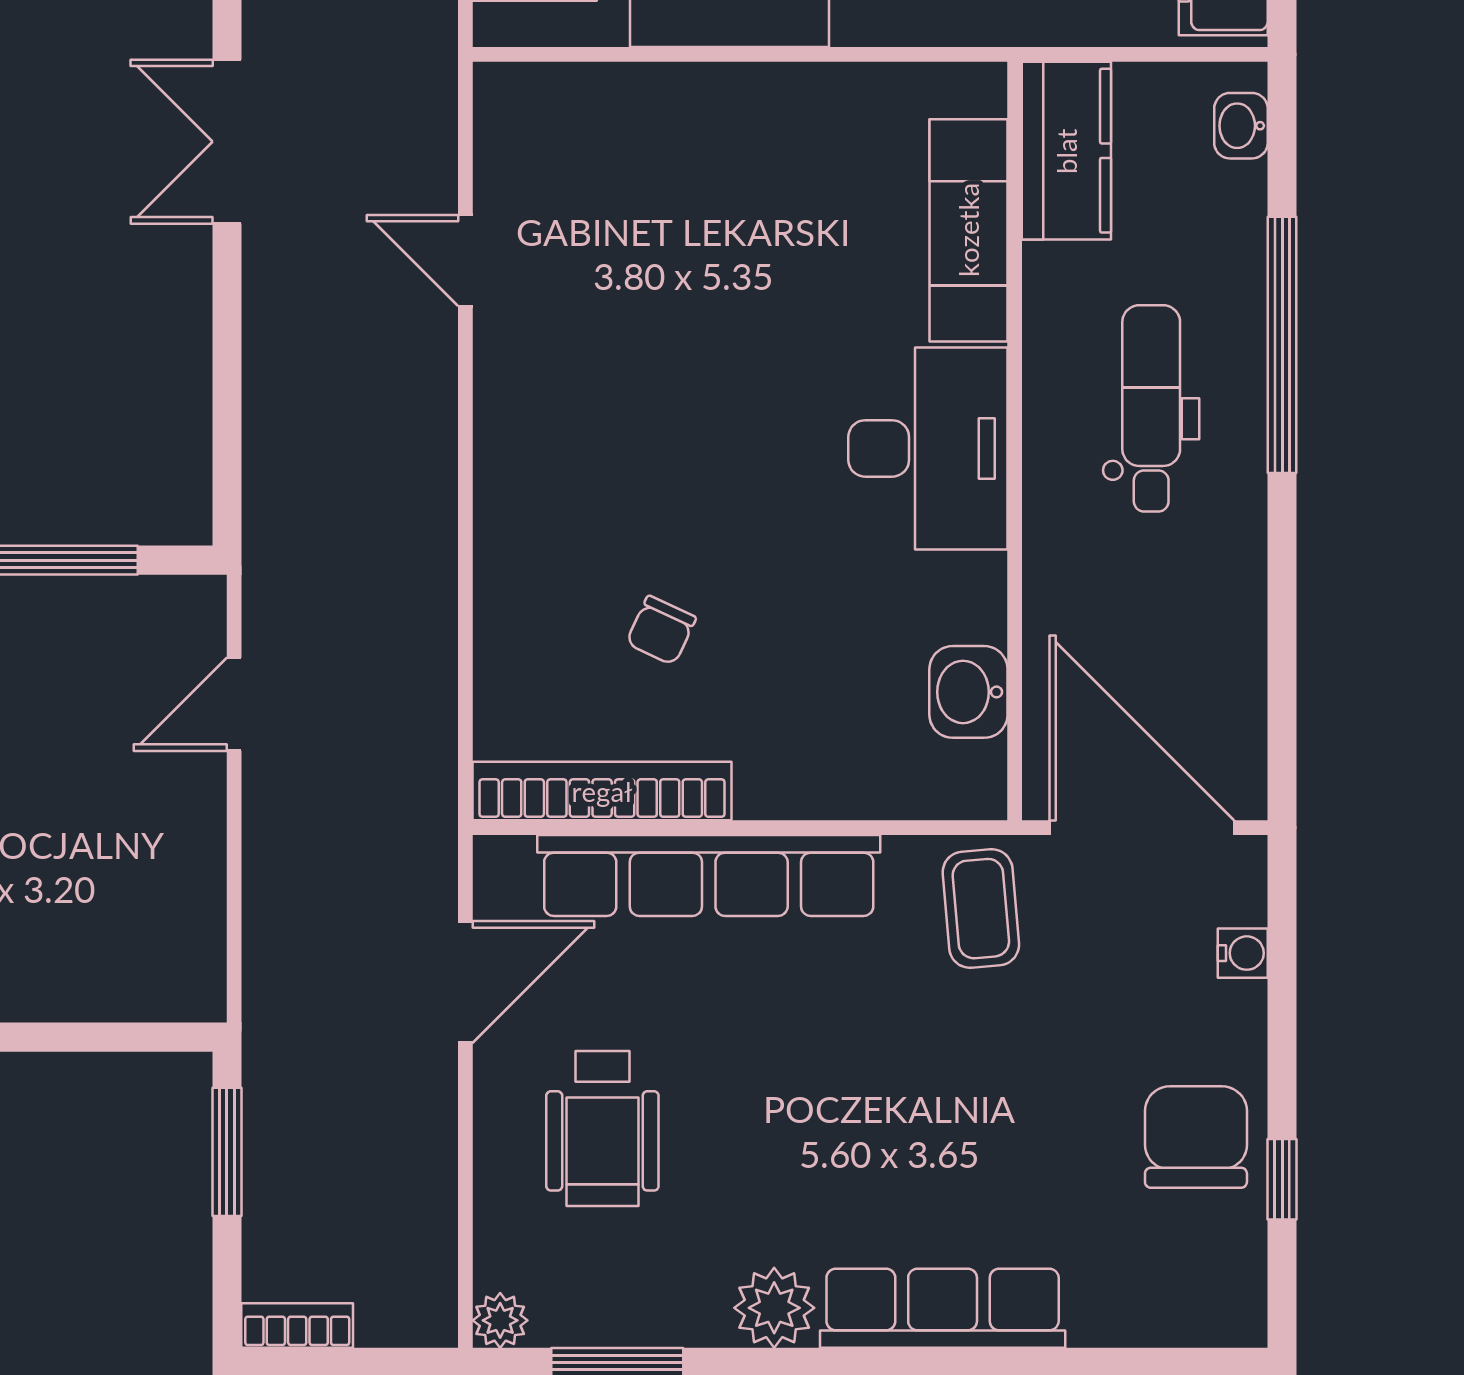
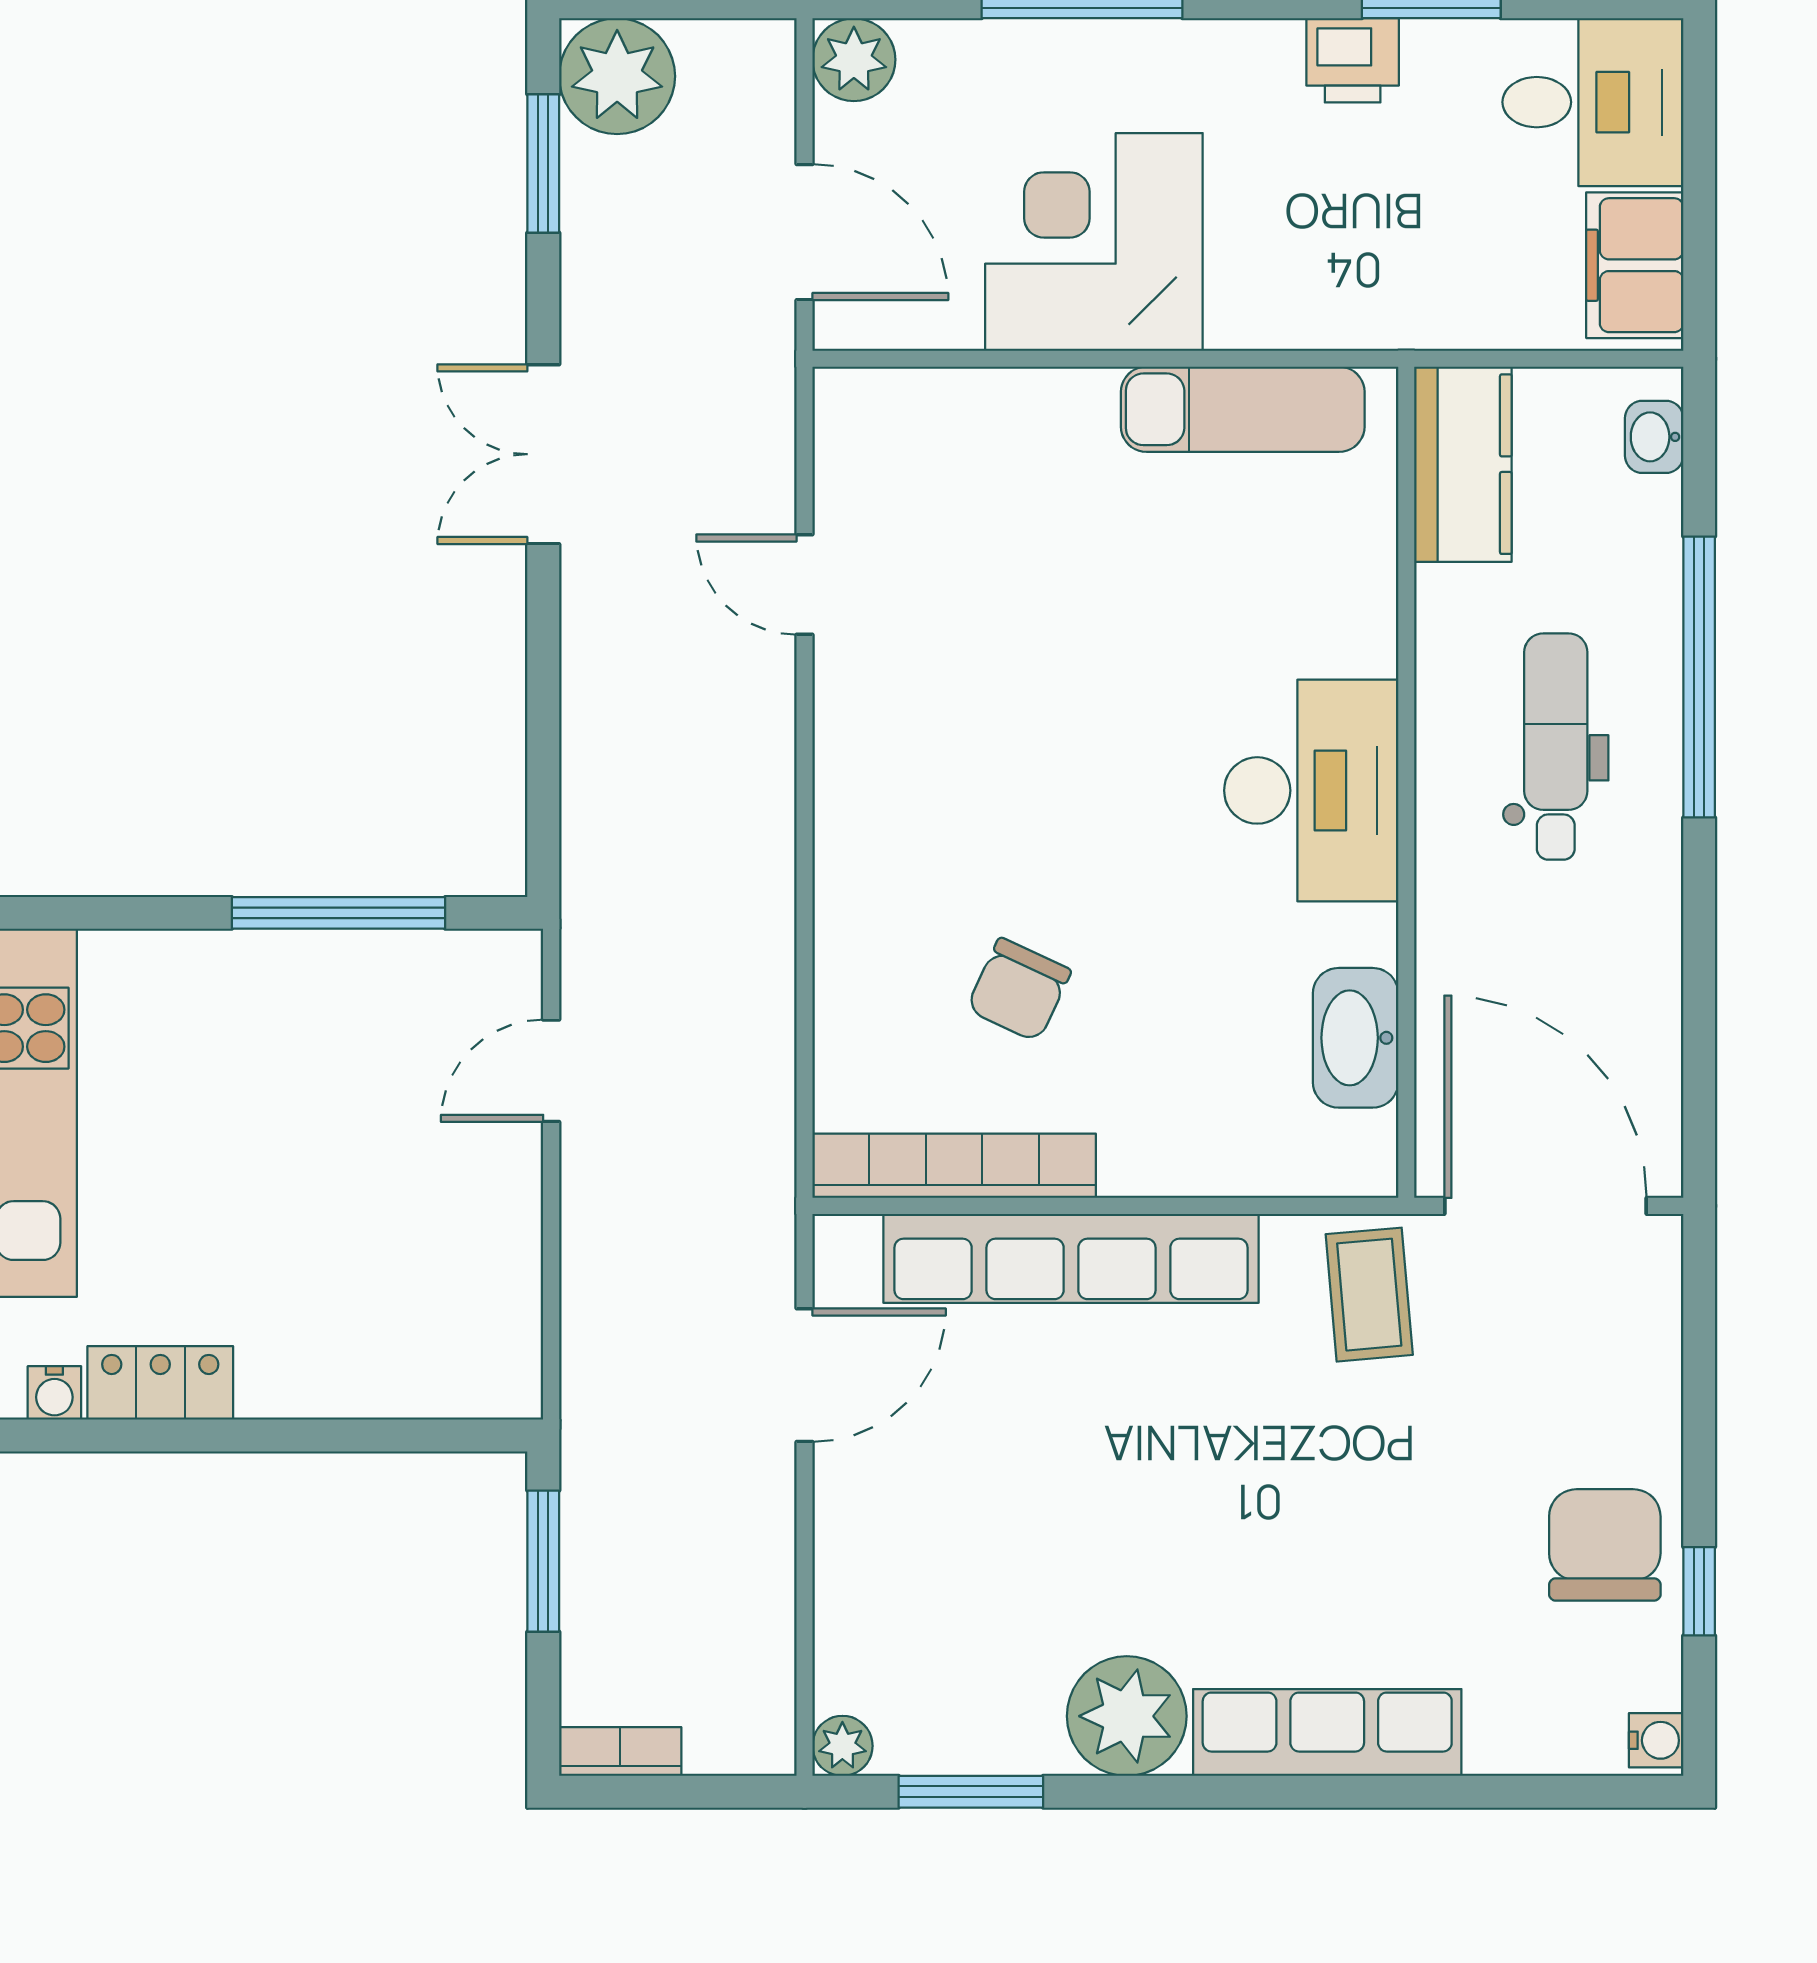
exam couch: (968, 230) -> (1243, 409), moved, turned -90
chair: (661, 630) -> (1019, 990), width x1.37, depth x1.37
washbasin: (968, 692) -> (1356, 1038), width x1.38
water cooler: (1243, 953) -> (1656, 1740), moved
wheelchair: (602, 1128) -> (955, 1536), removed
plant: (774, 1308) -> (1127, 1716), width x1.36, depth x1.36

